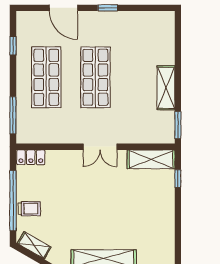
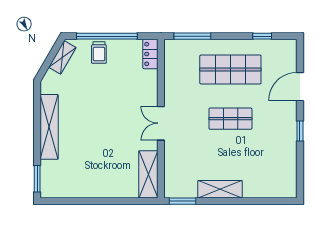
shop shelf: (95, 77) -> (230, 119), width x0.70, depth x0.74
window: (178, 179) -> (129, 201), removed

